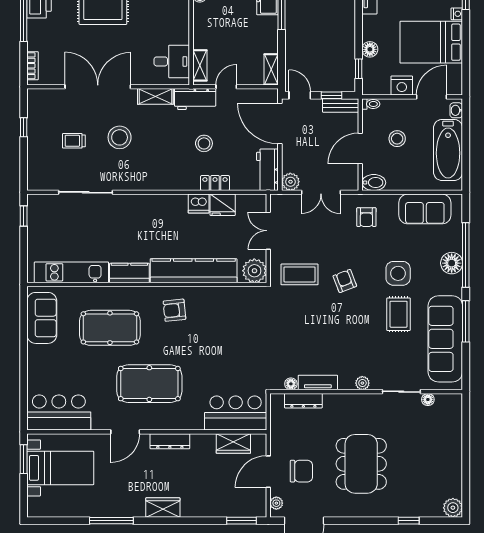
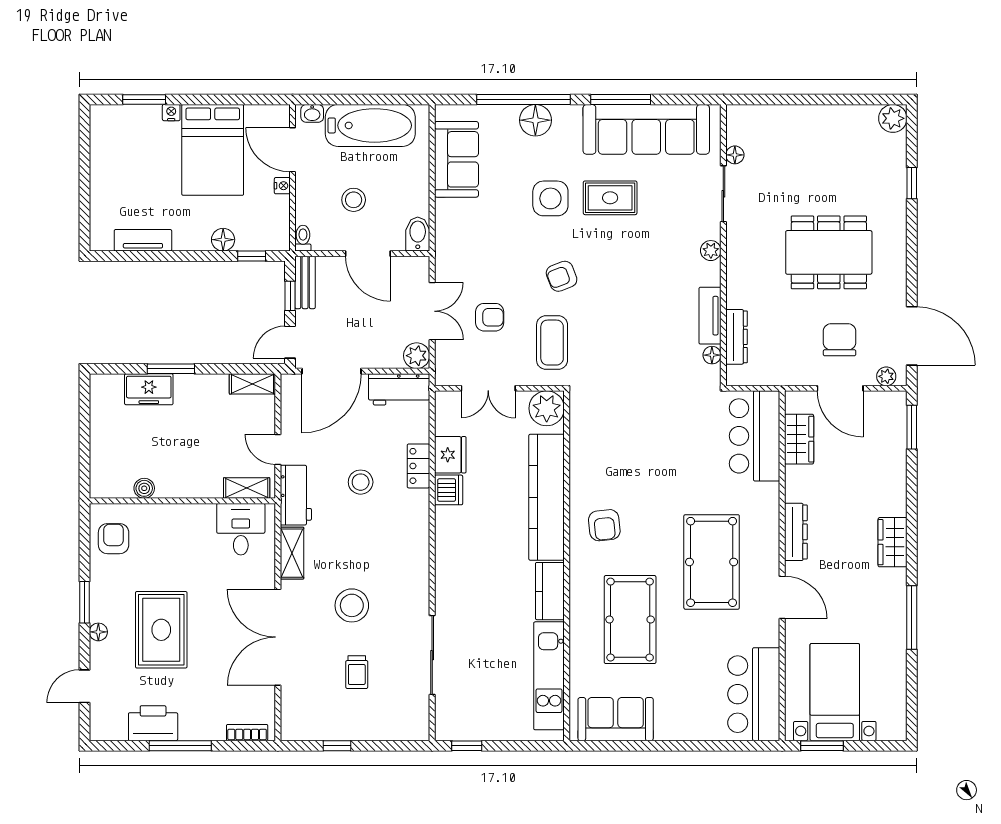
nightstand: (402, 86) -> (282, 186), width x0.53, depth x0.56
armchair: (366, 217) -> (490, 317), moved

